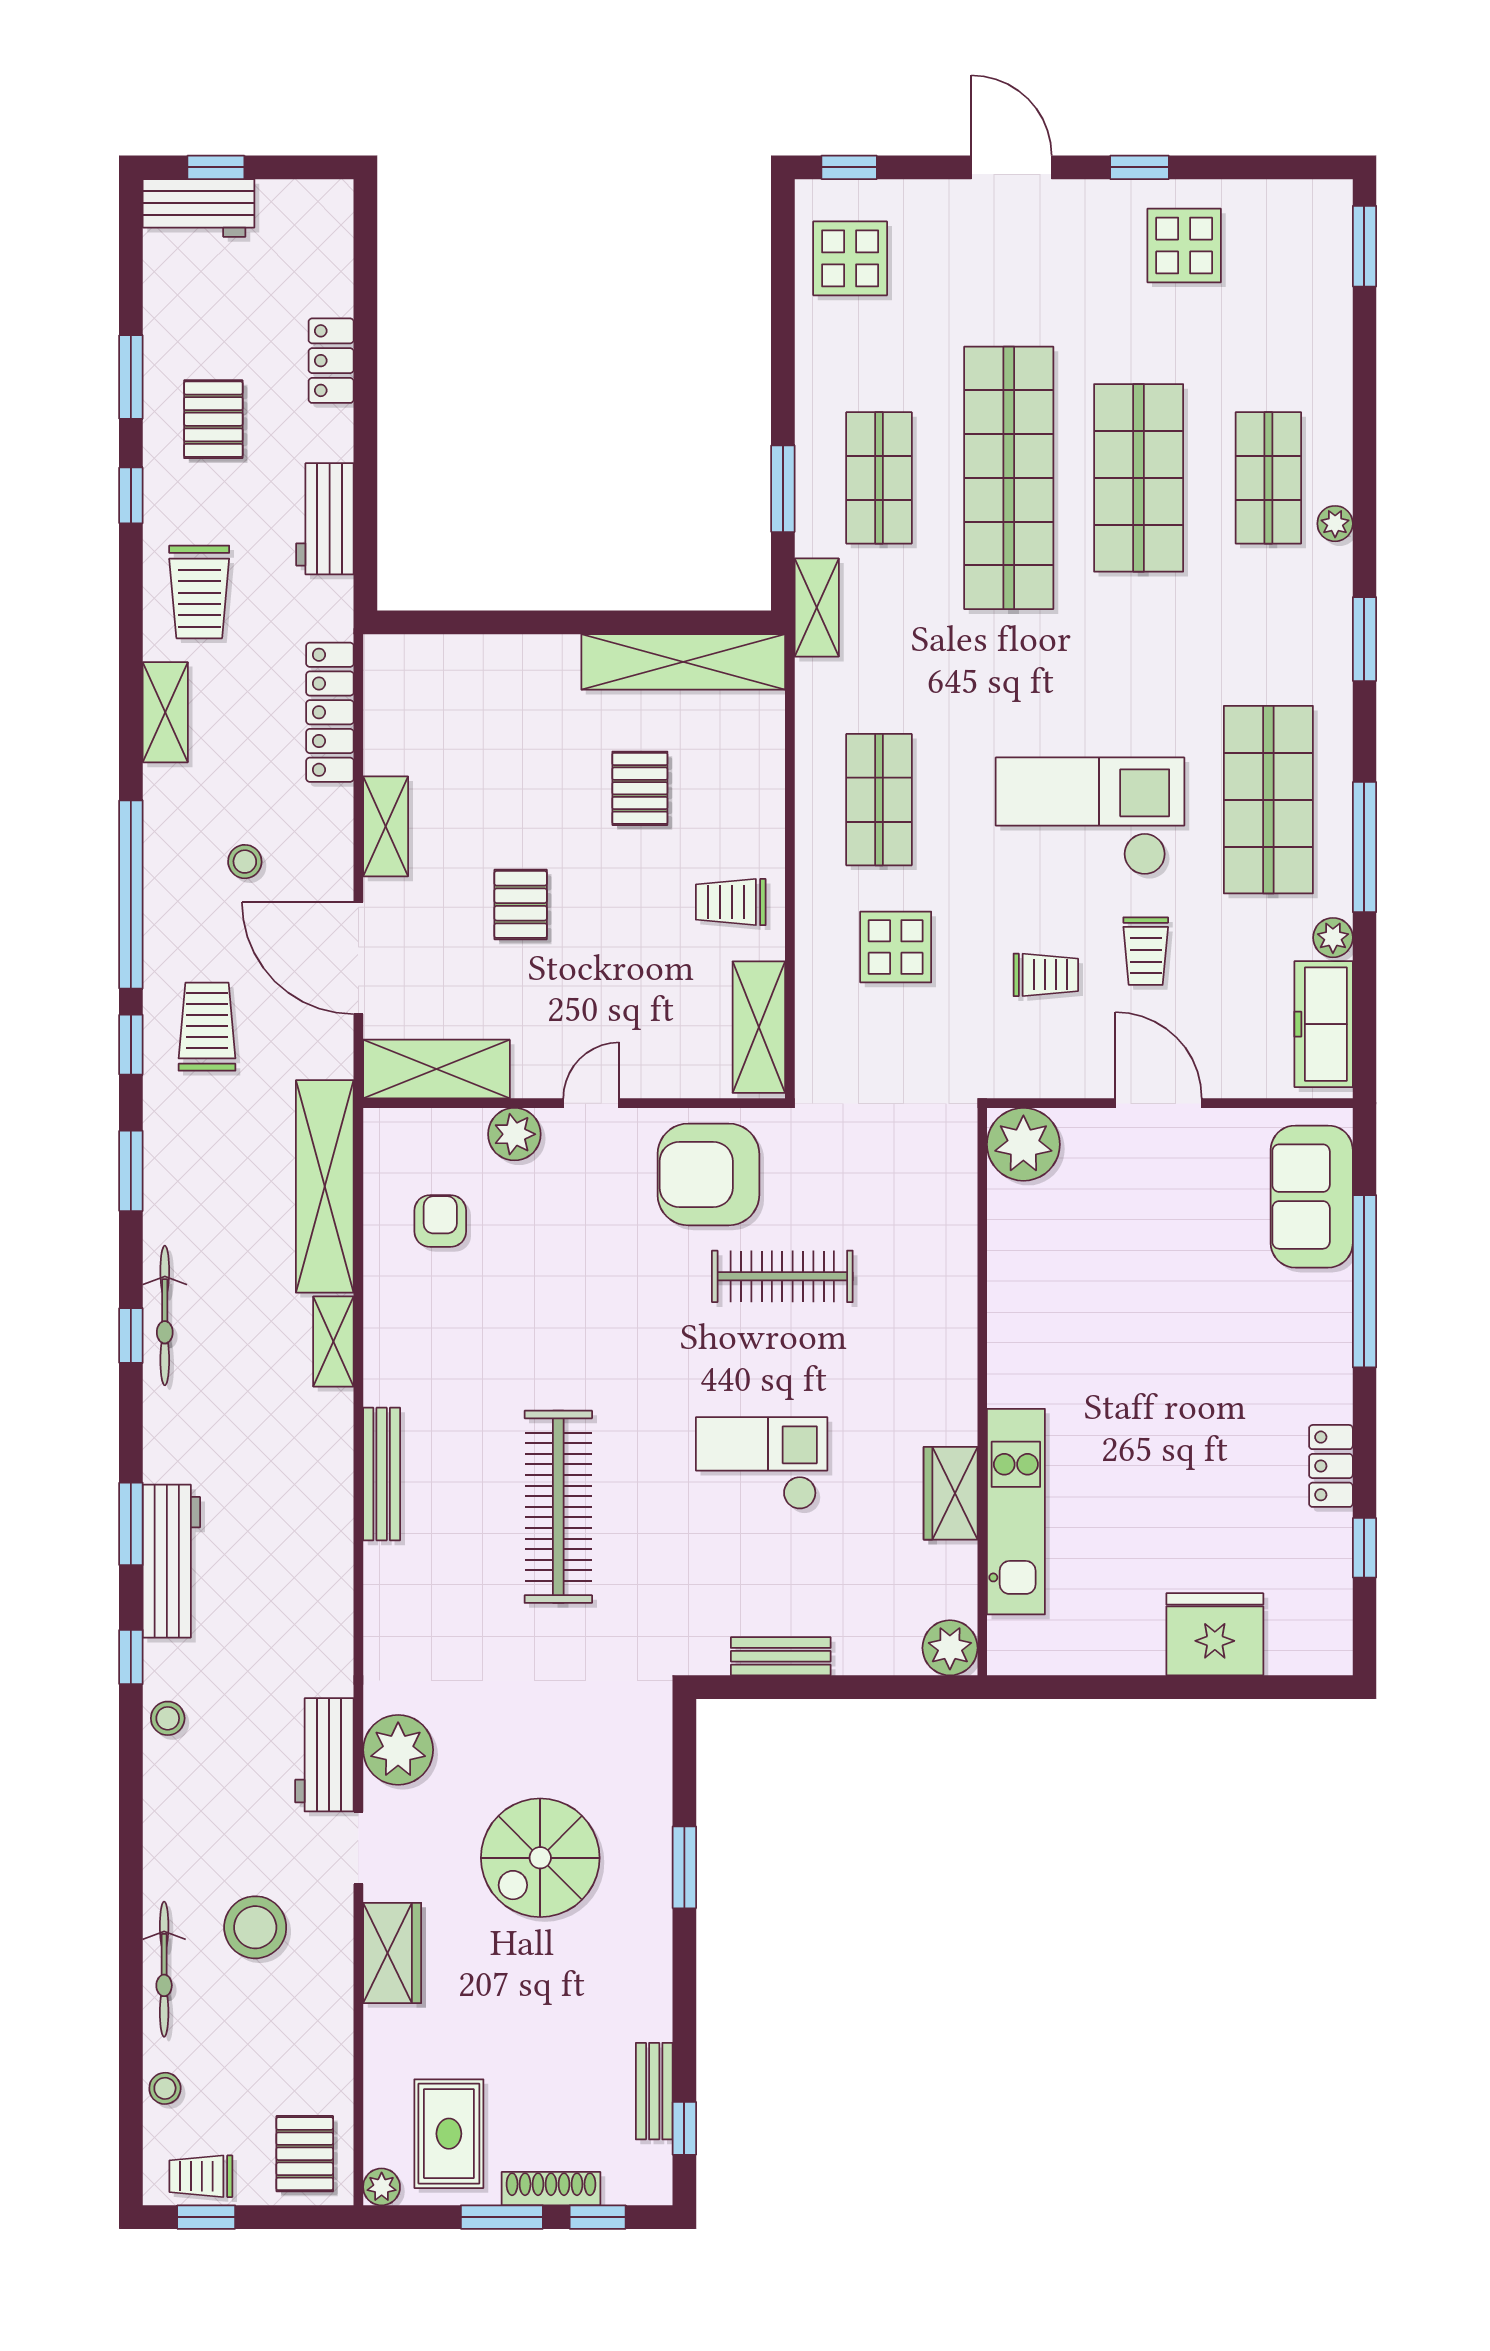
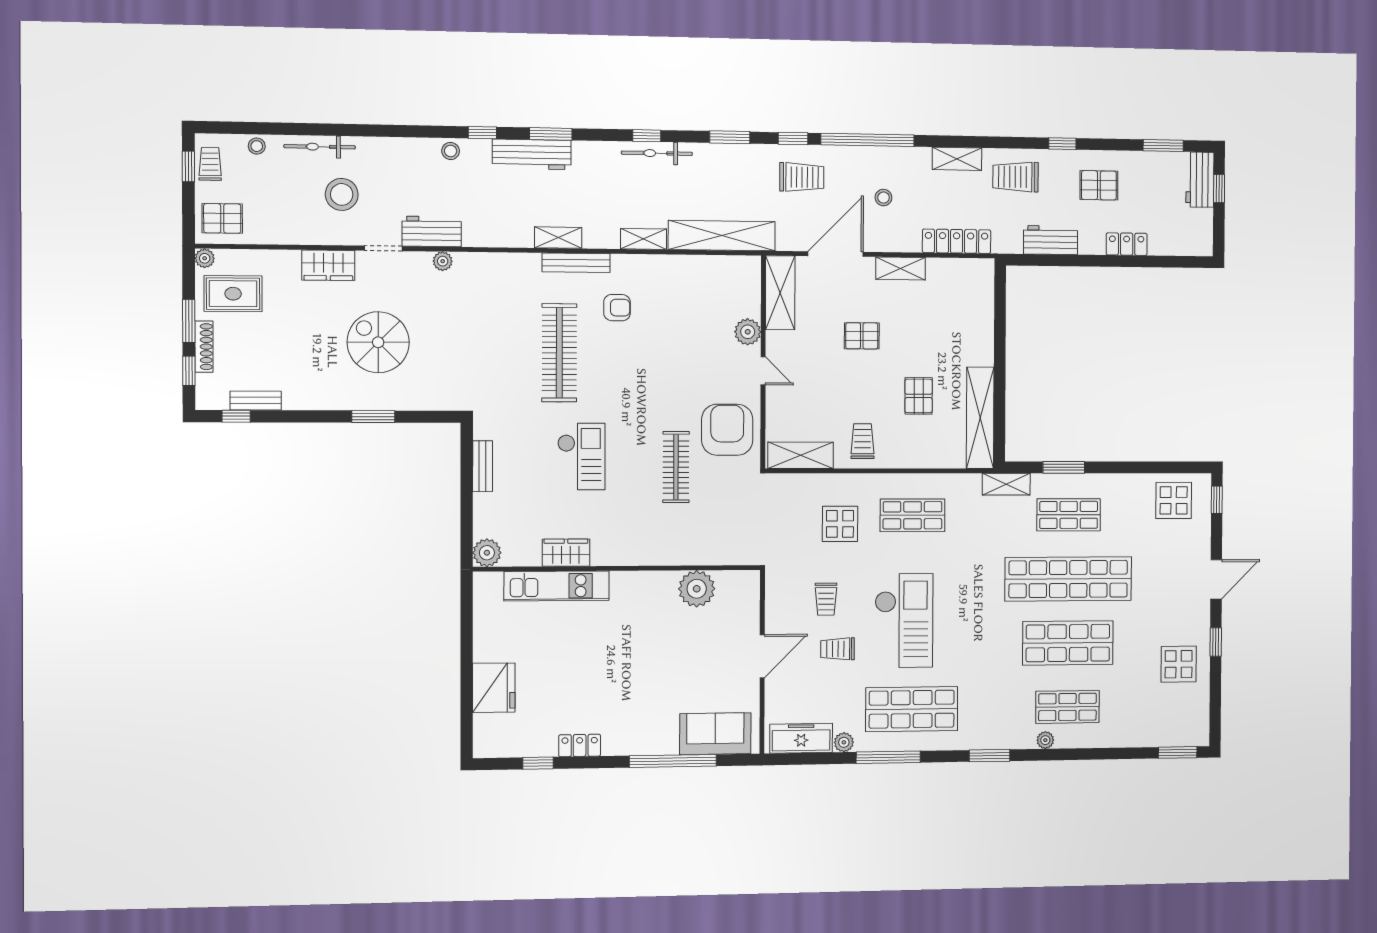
window: (131, 377) -> (1163, 146), moved
pallet: (640, 788) -> (919, 396), turned 90
plant: (1023, 1144) -> (697, 589), moved
armchair: (440, 1221) -> (617, 308), moved
clothes rail: (558, 1507) -> (559, 353), turned 90
shelving: (333, 1509) -> (558, 238), added
plant: (398, 1750) -> (443, 261), width x0.53, depth x0.53

